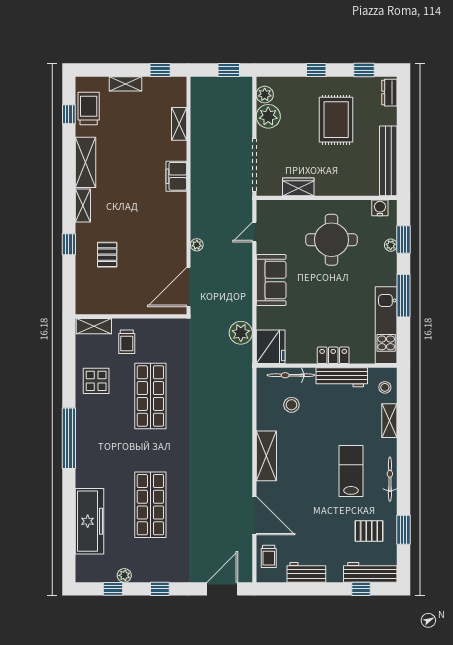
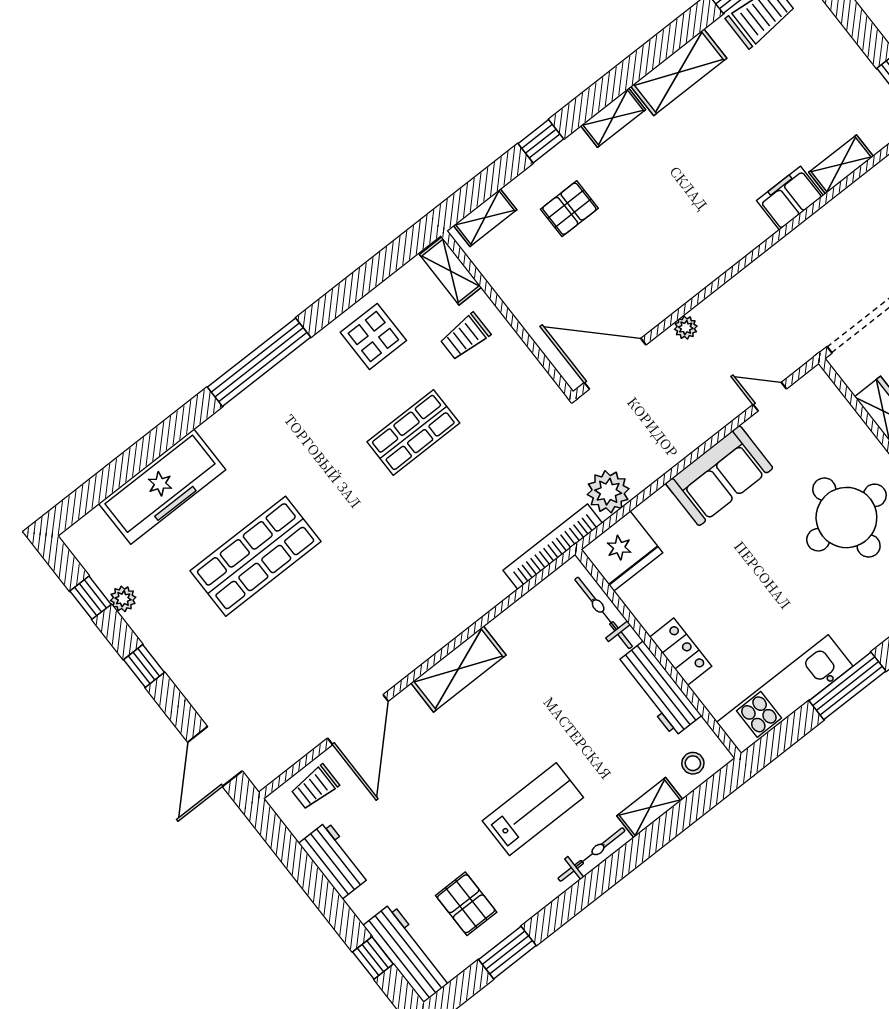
shelving: (126, 84) -> (485, 218), moved, turned 90
filing cabinet: (176, 176) -> (790, 198), moved
bookcase: (246, 375) -> (553, 547), added
shop shelf: (150, 396) -> (413, 432), width x0.70, depth x0.74
stool: (291, 405) -> (561, 647), removed
bicycle: (390, 479) -> (591, 855), moved
door: (222, 589) -> (215, 756), swing flipped

